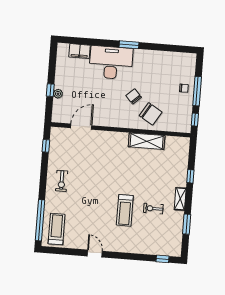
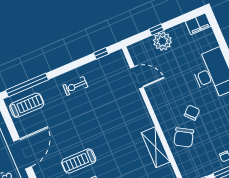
filing cabinet: (80, 51) -> (198, 24), moved, turned -90
plant: (58, 94) -> (162, 41), width x1.87, depth x1.87
door: (95, 254) -> (22, 154), width x1.88

